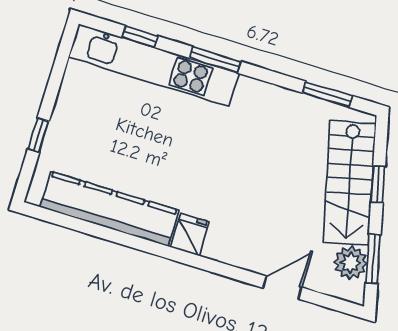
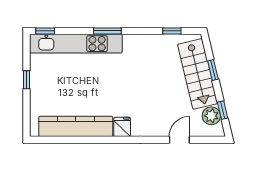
window: (140, 37) -> (45, 31), moved
window: (328, 94) -> (172, 31), width x0.67
window: (38, 135) -> (26, 80), moved
window: (373, 259) -> (223, 110), width x0.67

